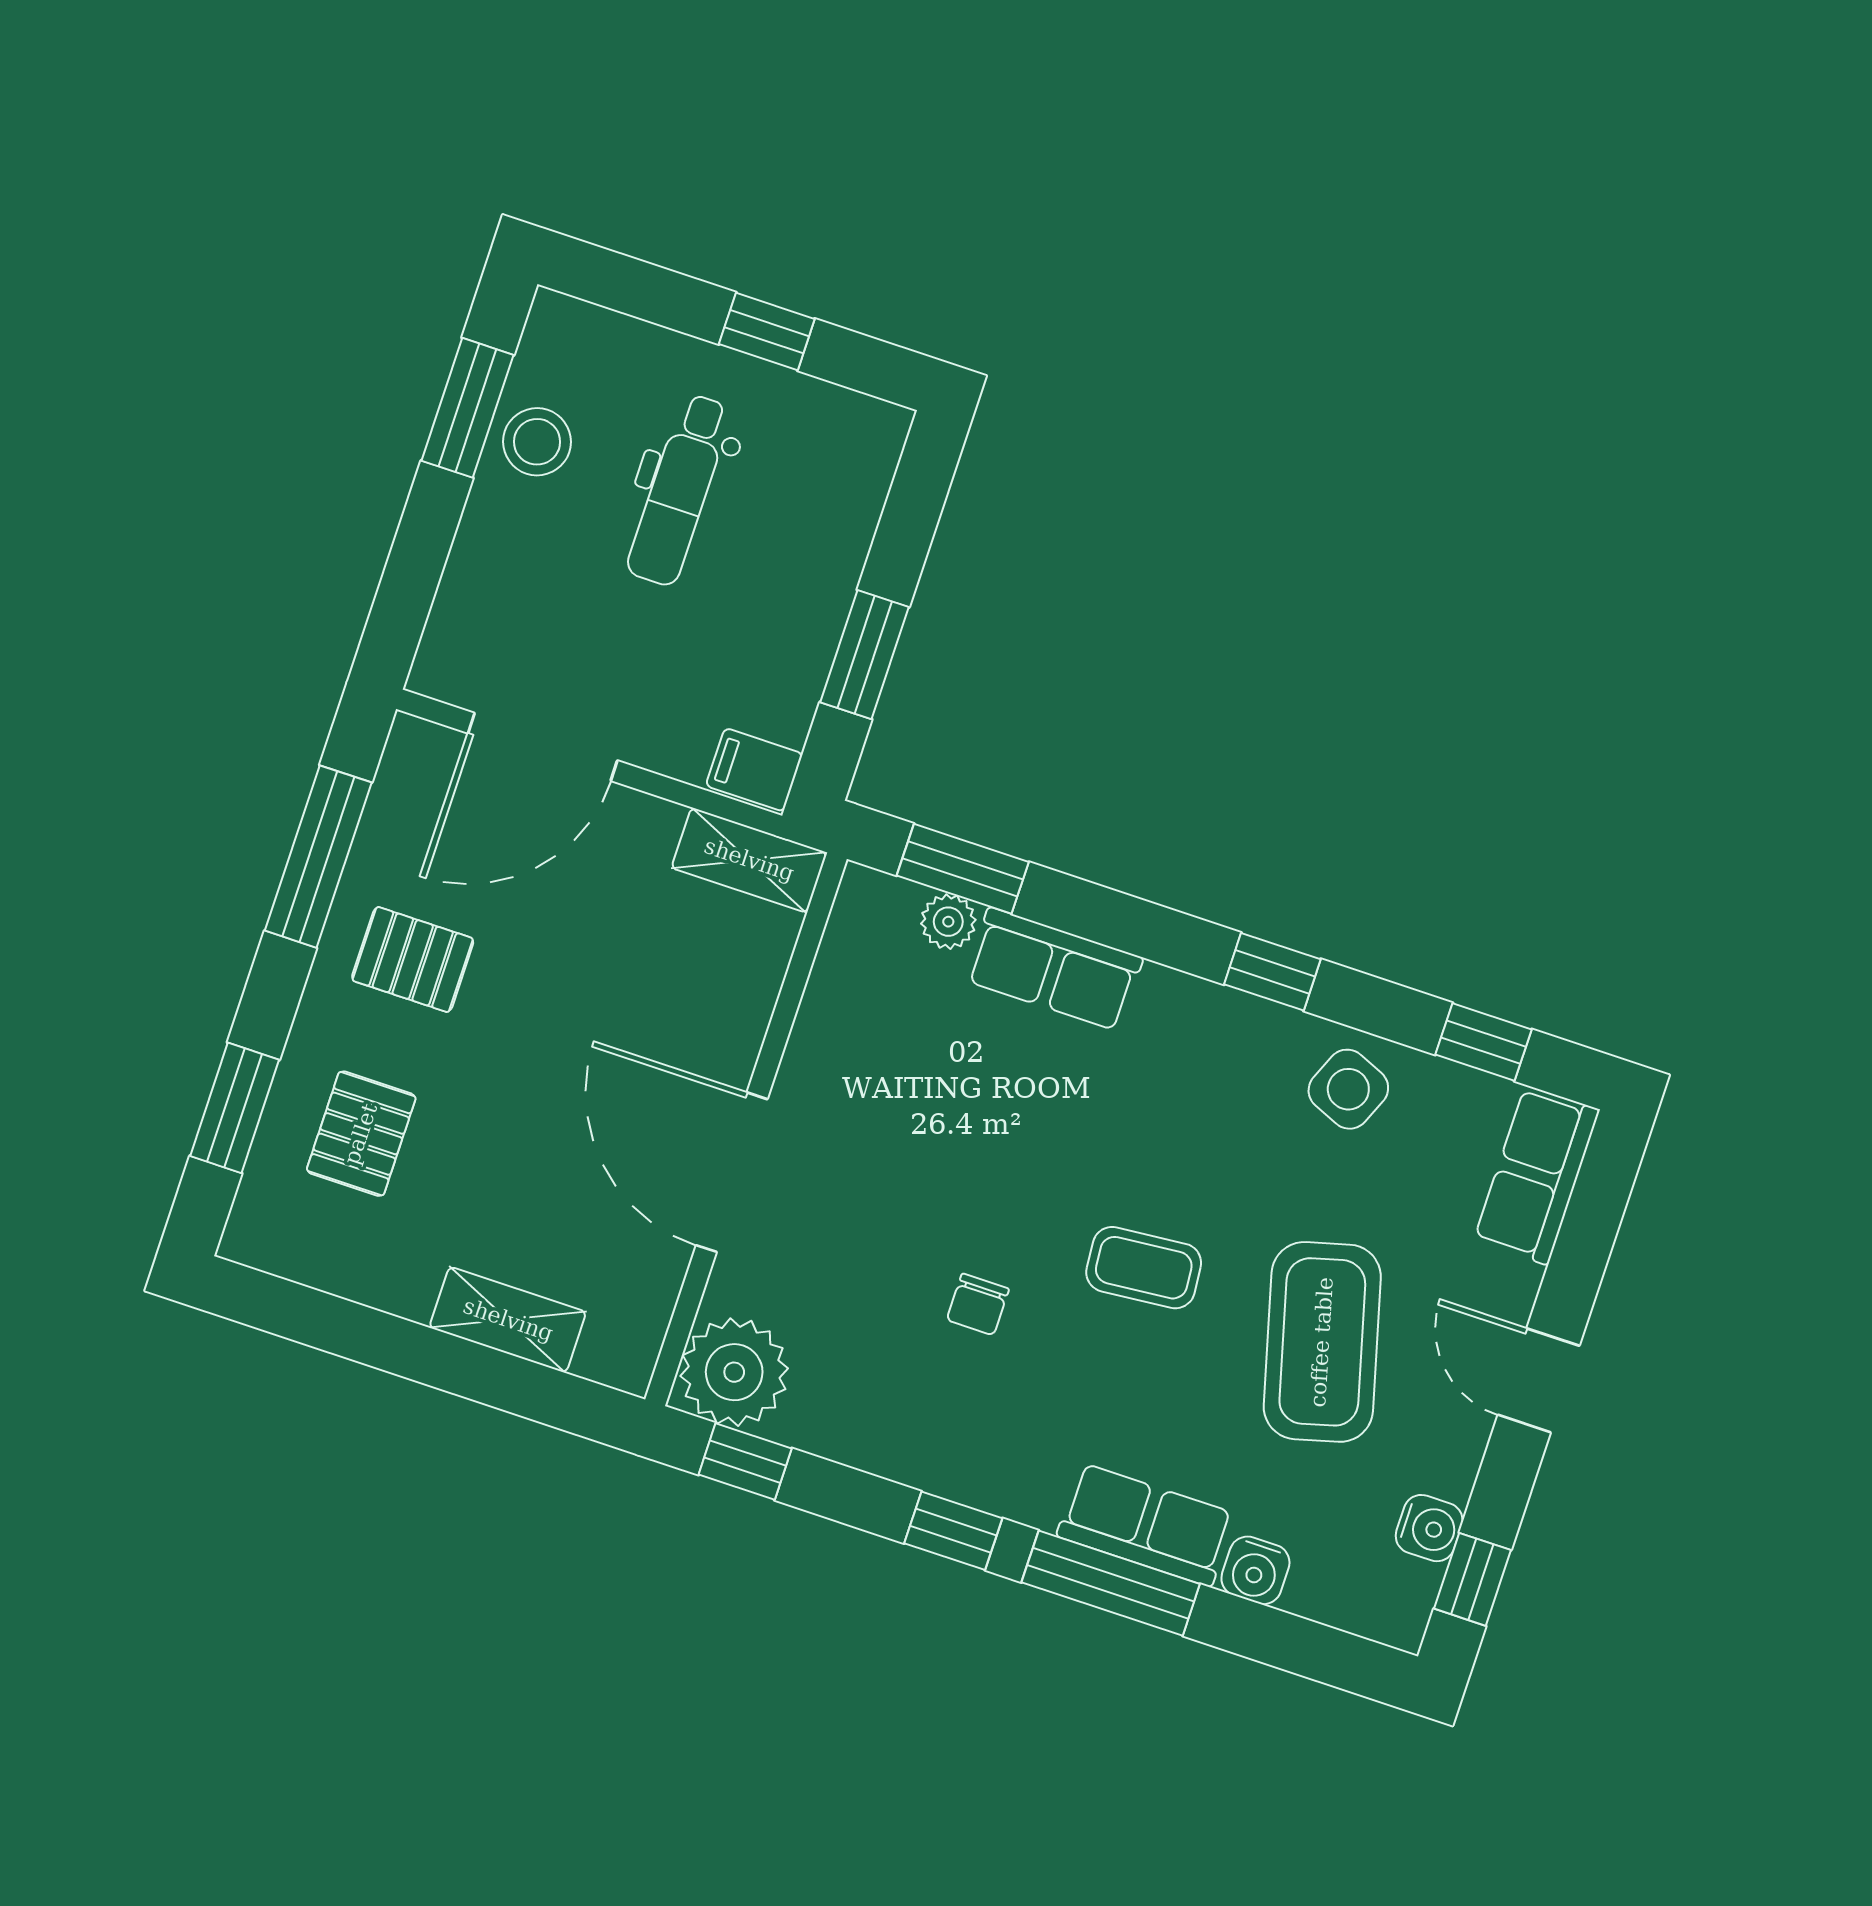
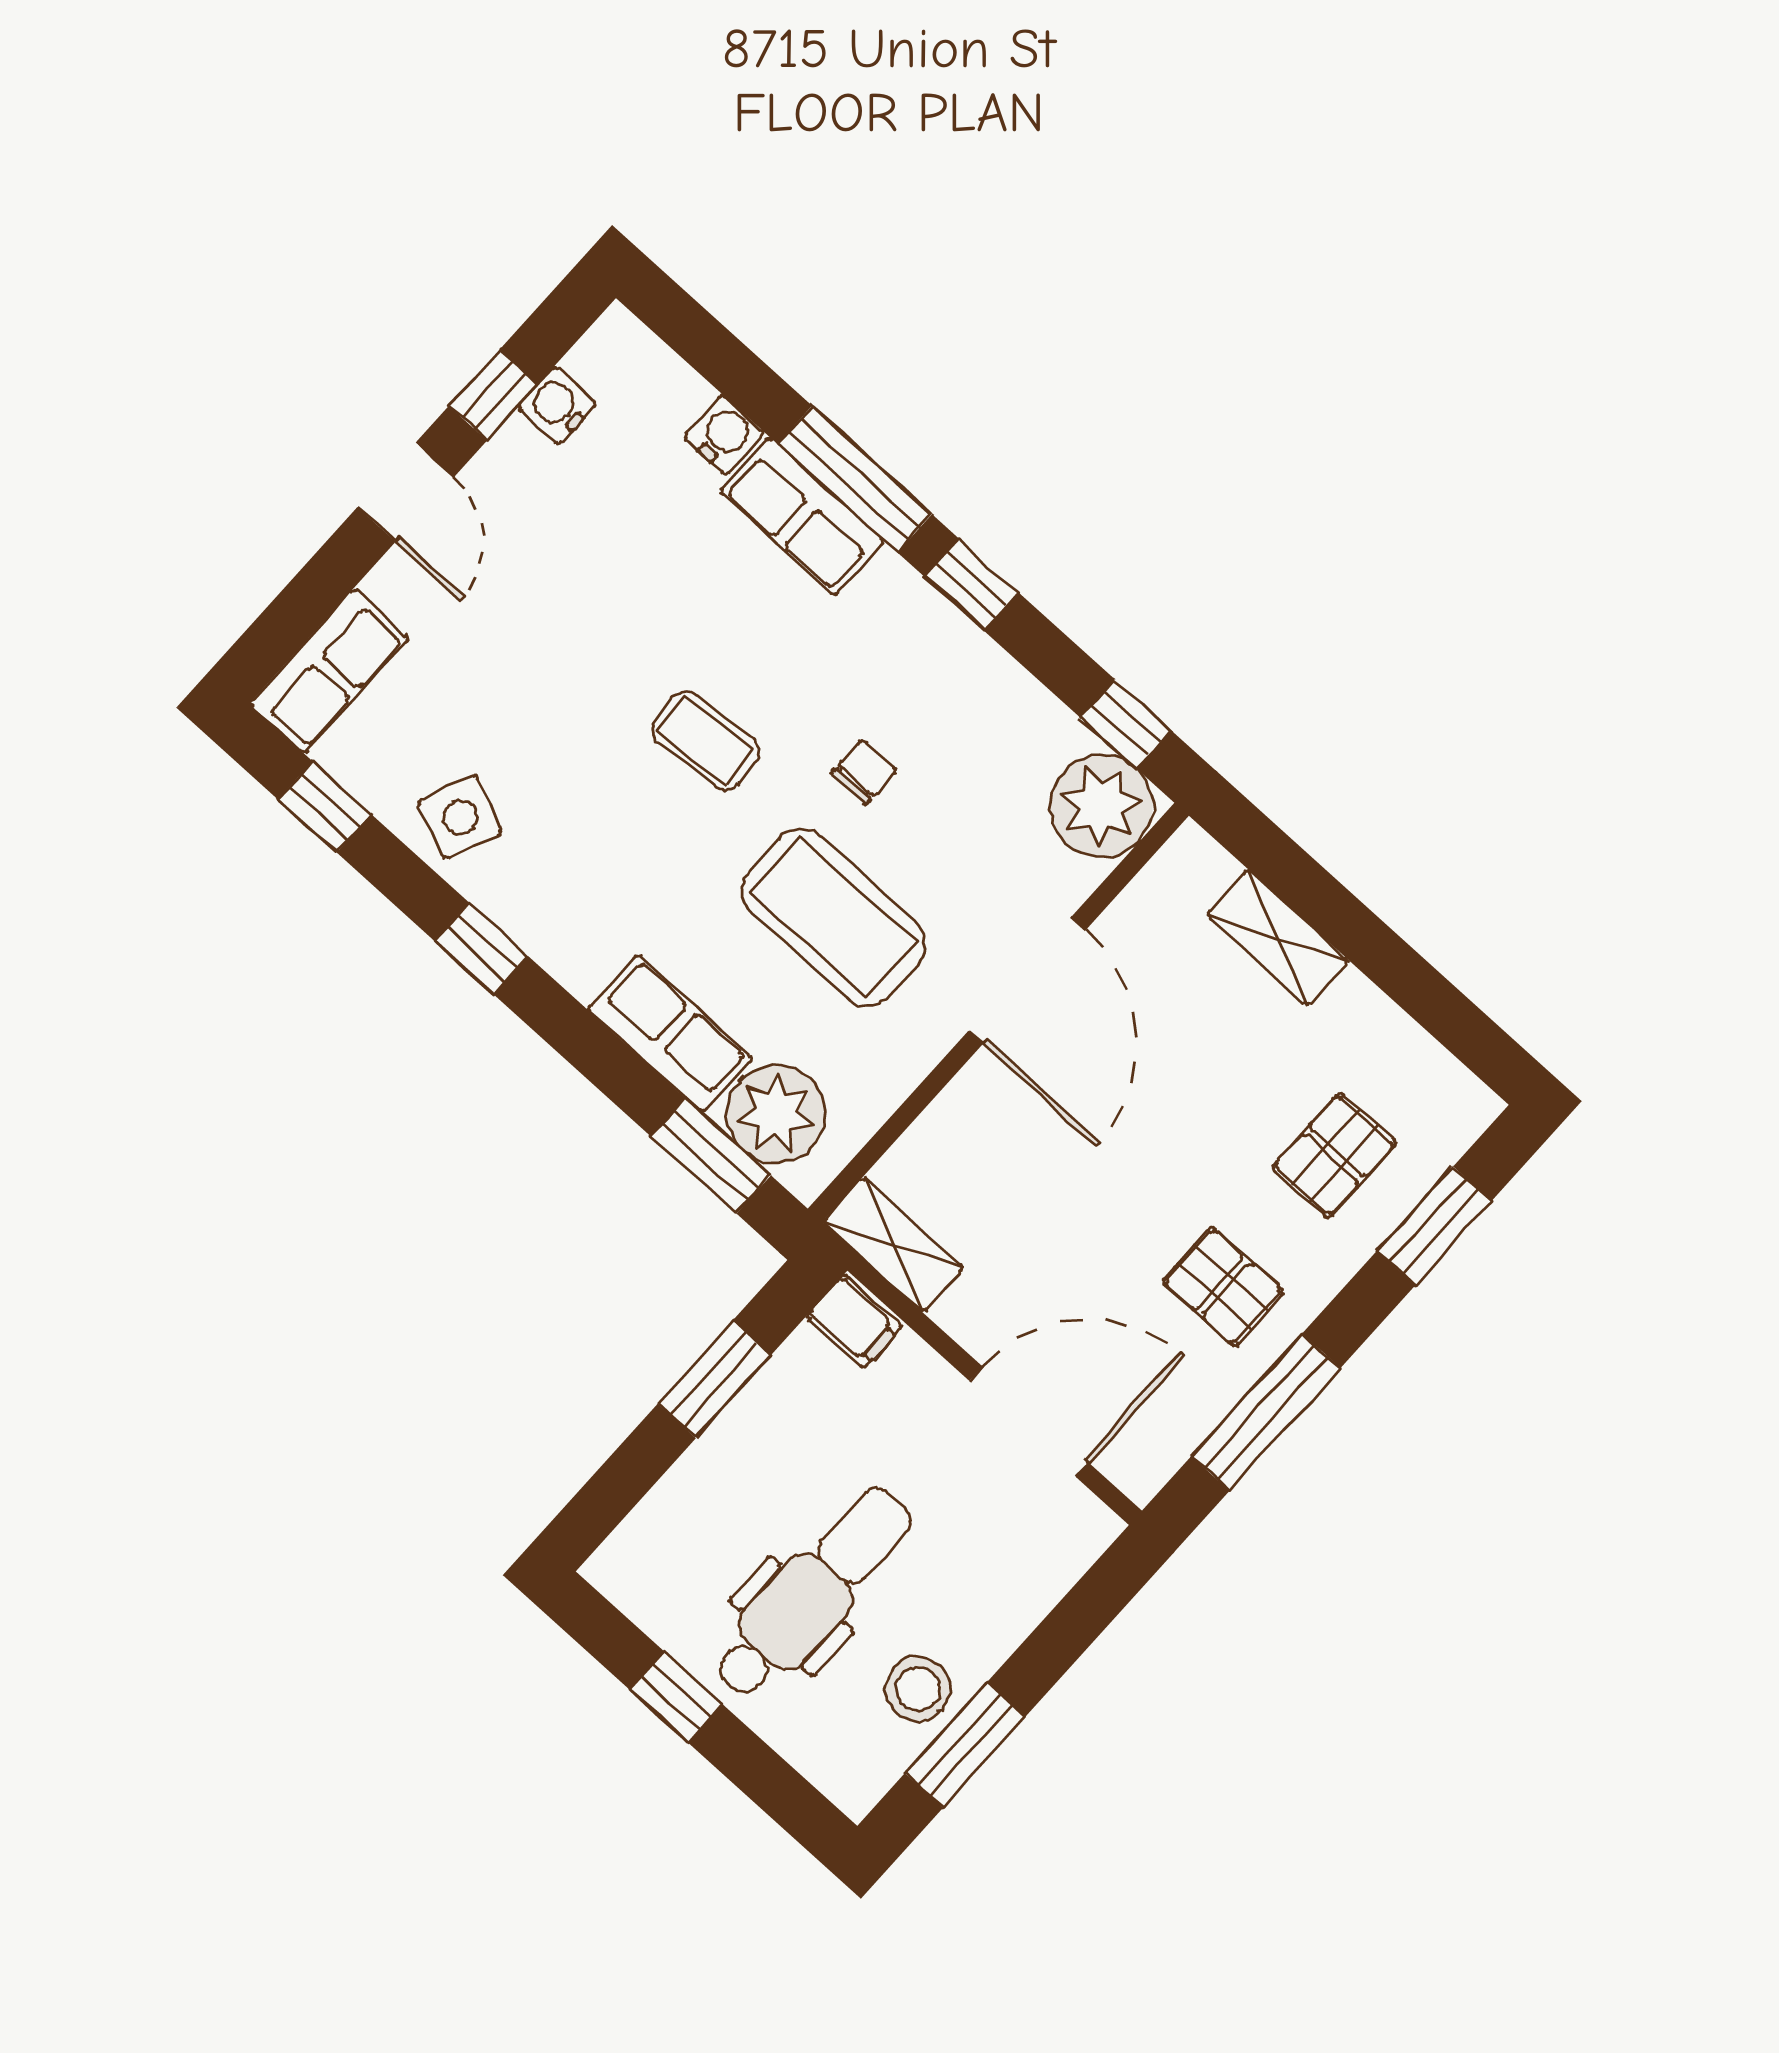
dental chair: (679, 490) -> (813, 1593), width x1.36, depth x1.38
plant: (948, 922) -> (776, 1114), width x1.88, depth x1.88
coffee table: (1322, 1342) -> (834, 917), moved, turned -75
window: (1472, 1579) -> (493, 395), moved

